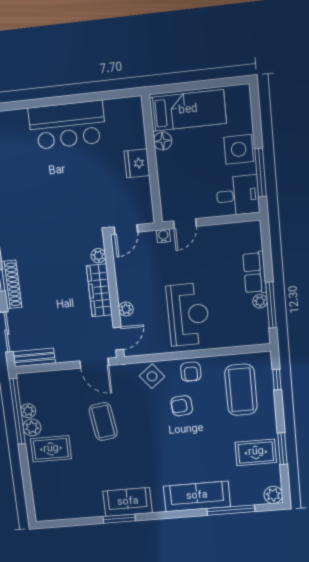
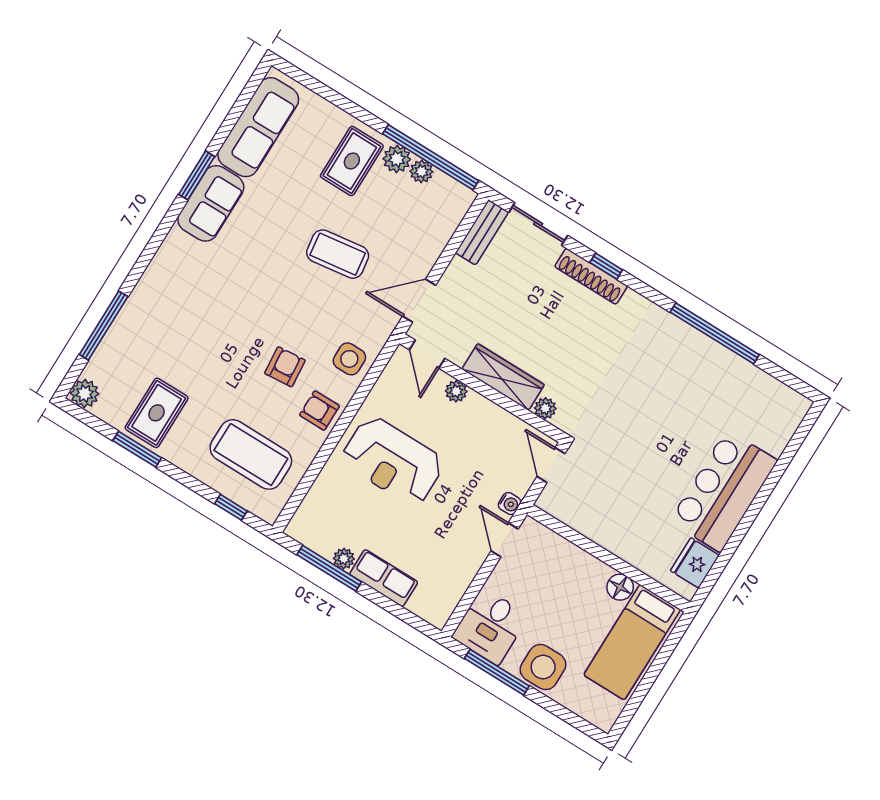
fridge: (137, 163) -> (695, 563), moved, turned -90
side table: (152, 376) -> (349, 359), turned 38
sofa: (197, 496) -> (258, 127), moved

